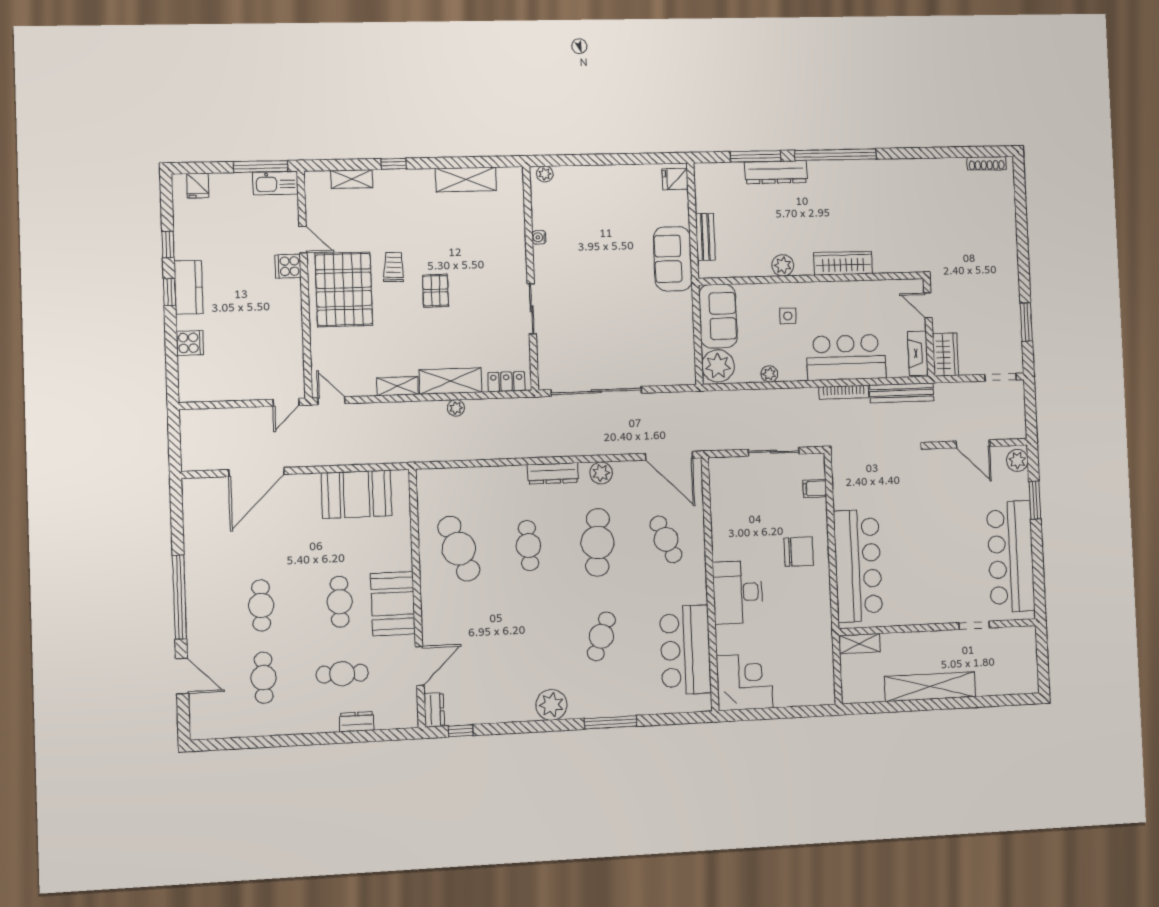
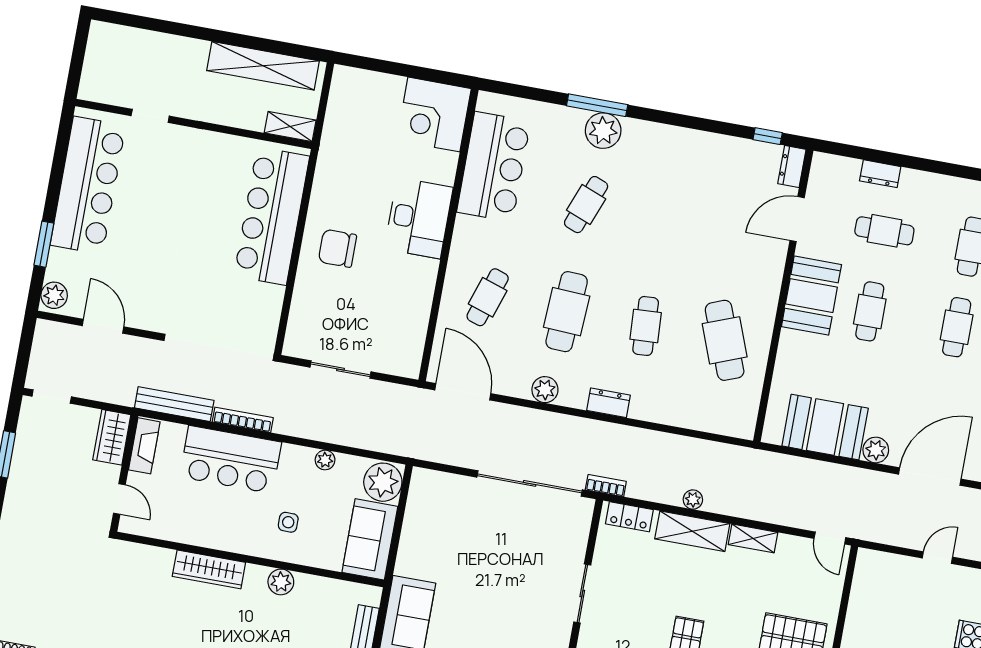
door: (286, 402) -> (937, 558), moved
bookcase: (532, 404) -> (606, 486), added
dresser: (553, 473) -> (608, 403), width x0.70
plant: (308, 484) -> (876, 450), added
filing cabinet: (815, 488) -> (302, 316), removed
cafe table: (666, 539) -> (488, 297), turned 42
shelving: (930, 687) -> (263, 66), moved
plant: (551, 705) -> (603, 131), moved

